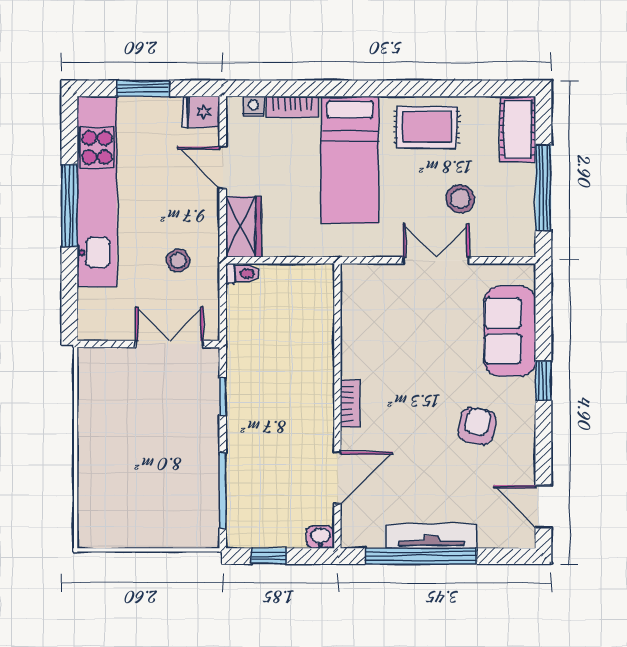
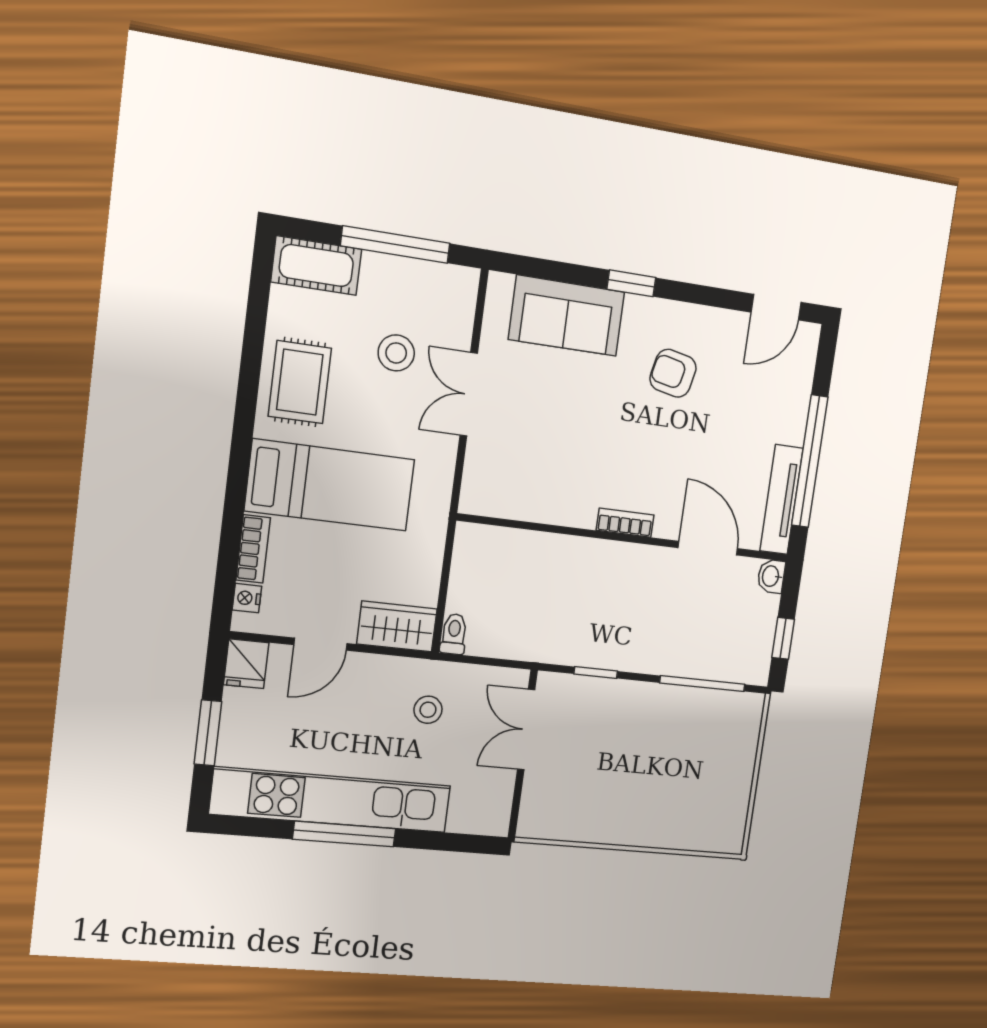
tv unit: (431, 536) -> (781, 500), moved

